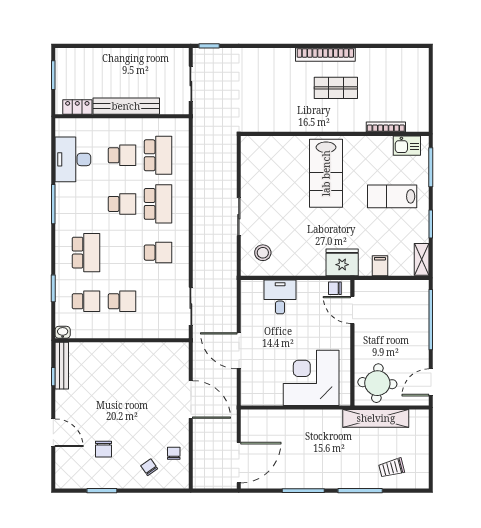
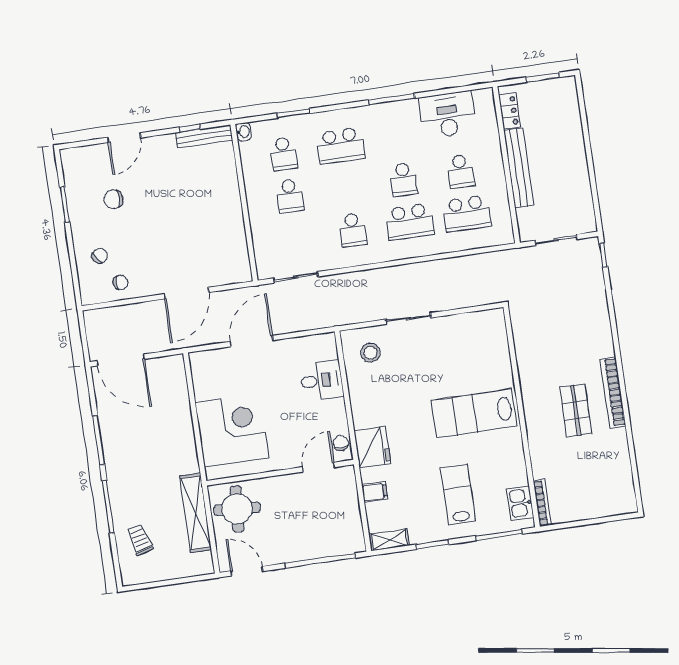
bookcase: (386, 127) -> (542, 503), moved

